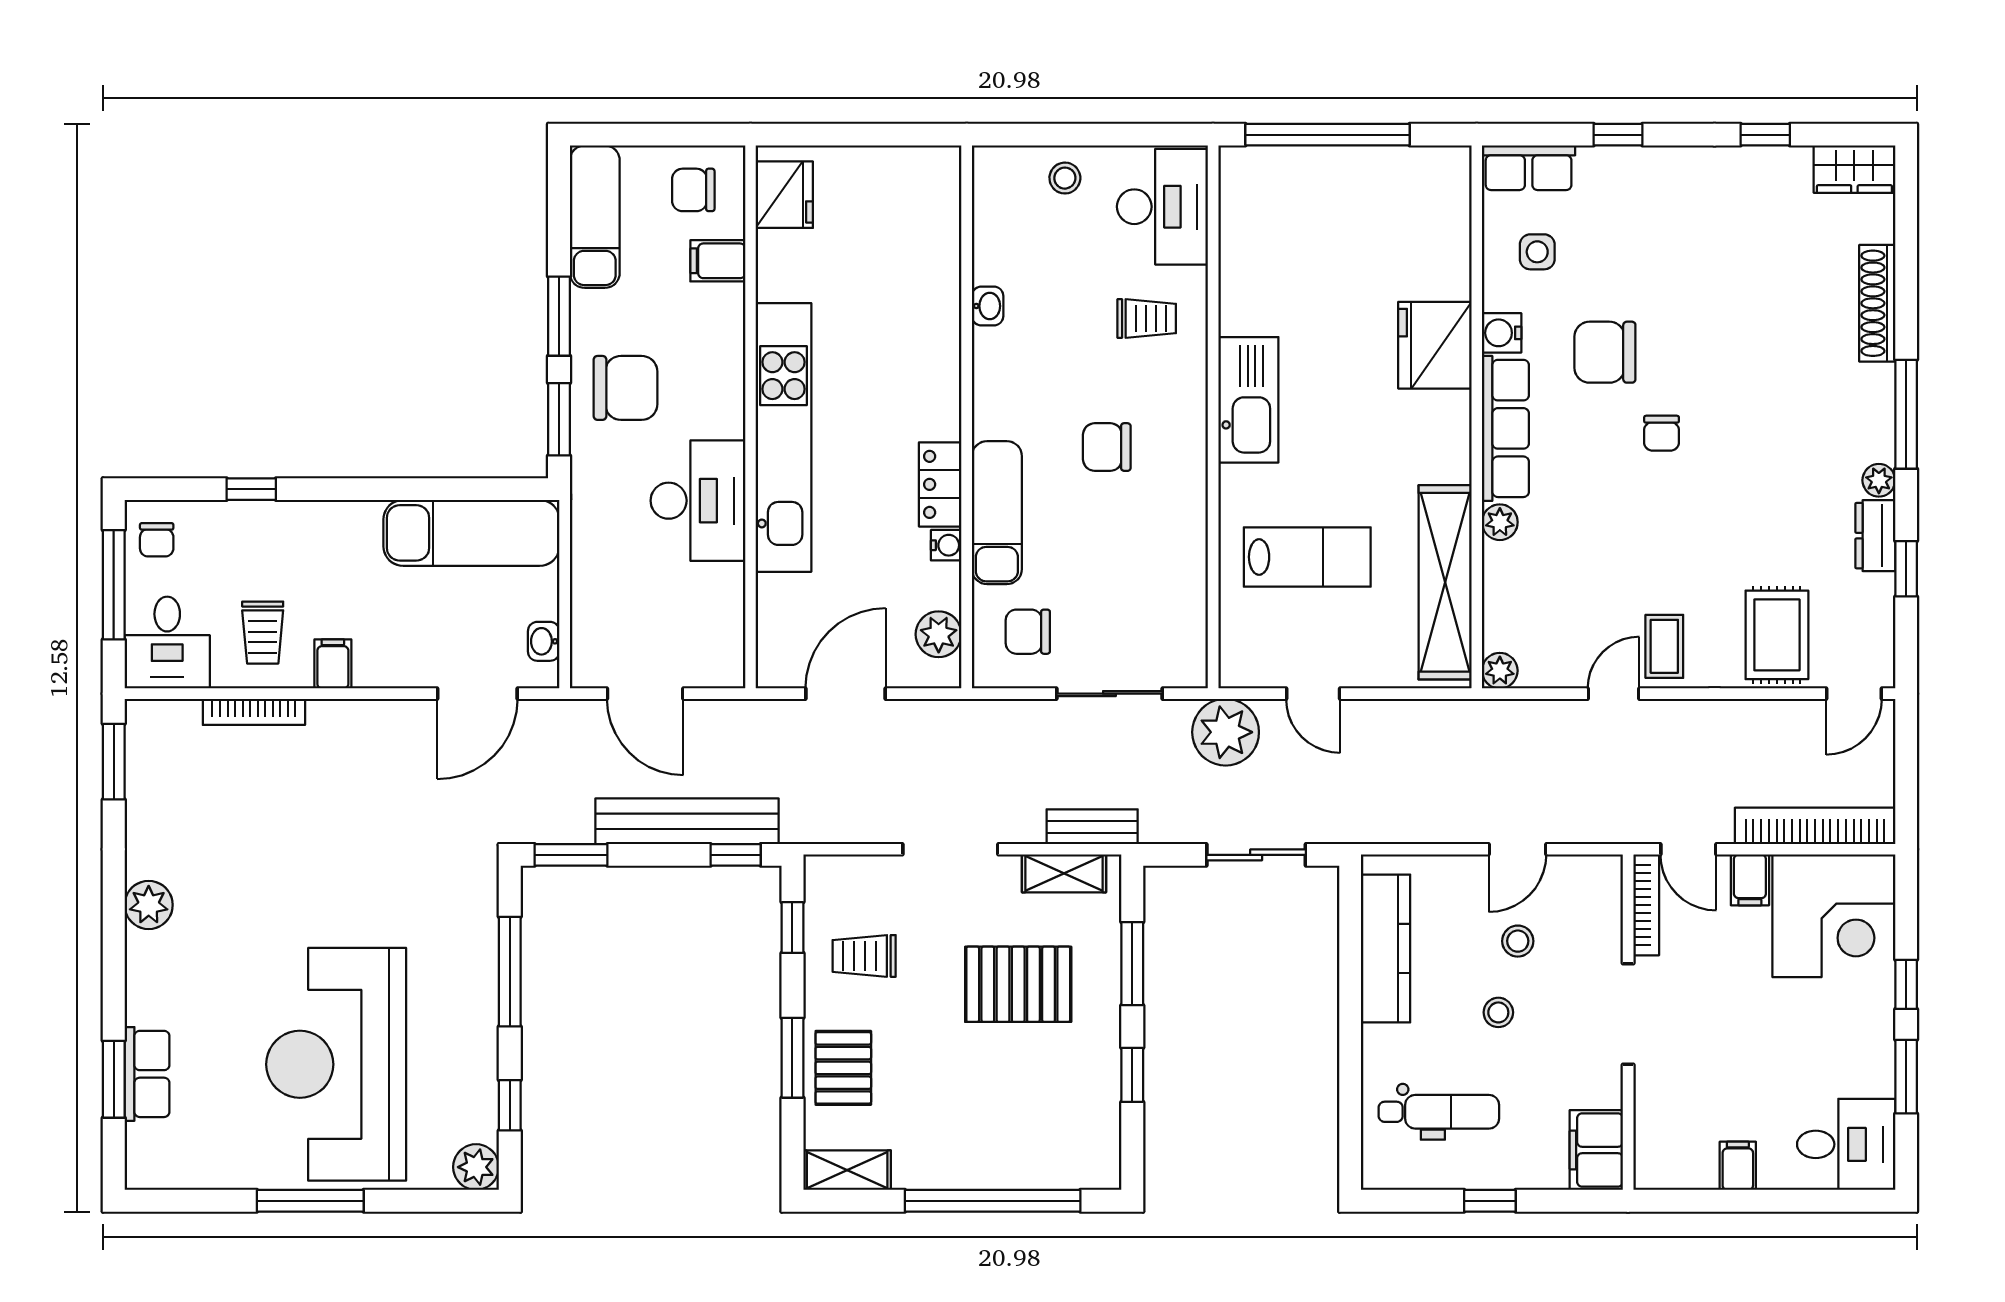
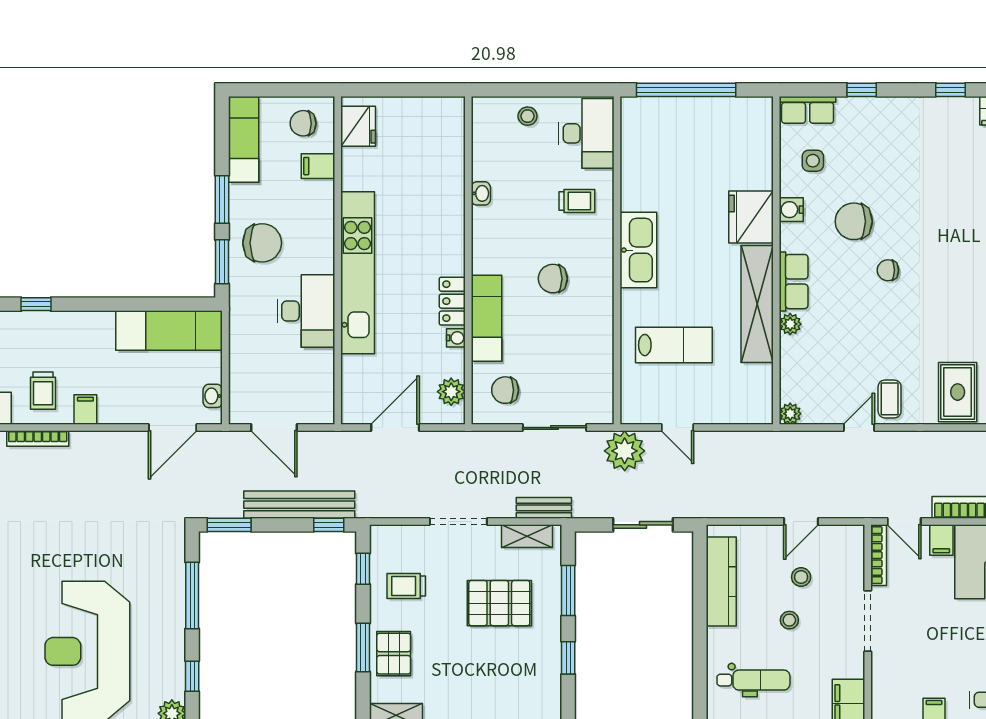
row of seats: (1505, 428) -> (794, 282), width x0.68
chair: (1662, 433) -> (888, 270), turned 90
shelving: (1445, 582) -> (757, 304), moved

